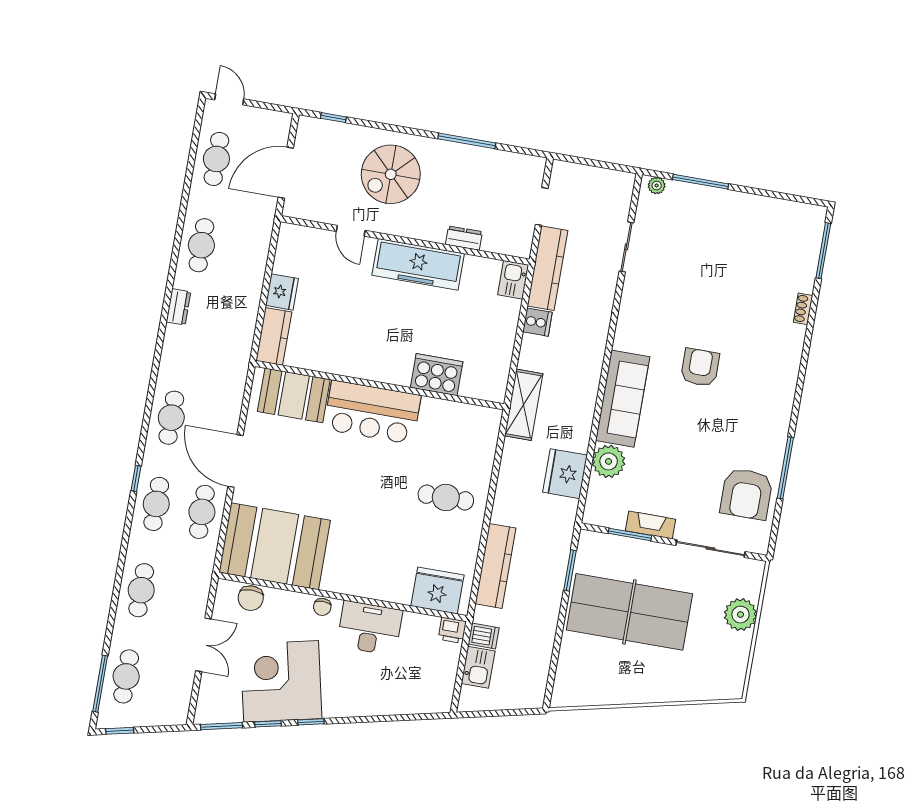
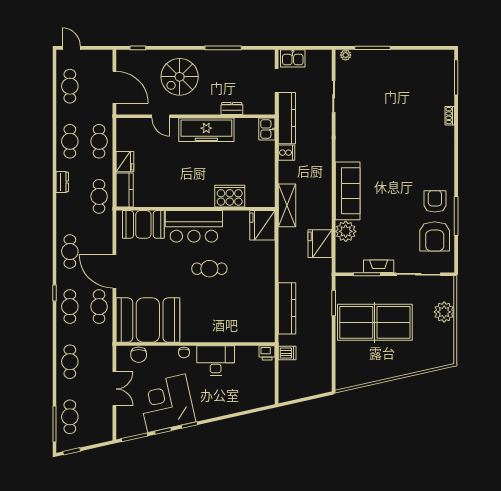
door: (286, 173) -> (114, 87), swing flipped
cafe table: (247, 253) -> (99, 141), added
cafe table: (232, 339) -> (99, 196), added
armchair: (700, 367) -> (435, 201), moved
cafe table: (446, 498) -> (209, 269), moved
fridge: (437, 590) -> (262, 225), moved, turned -90
kitchen sink: (478, 667) -> (293, 58), moved, turned 90

